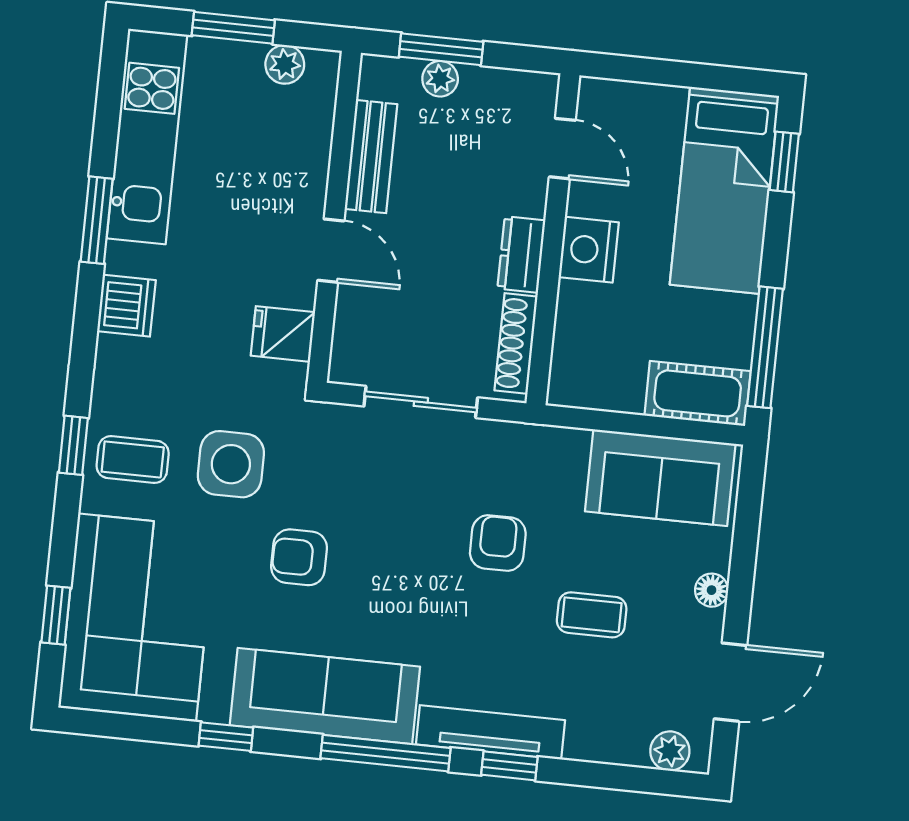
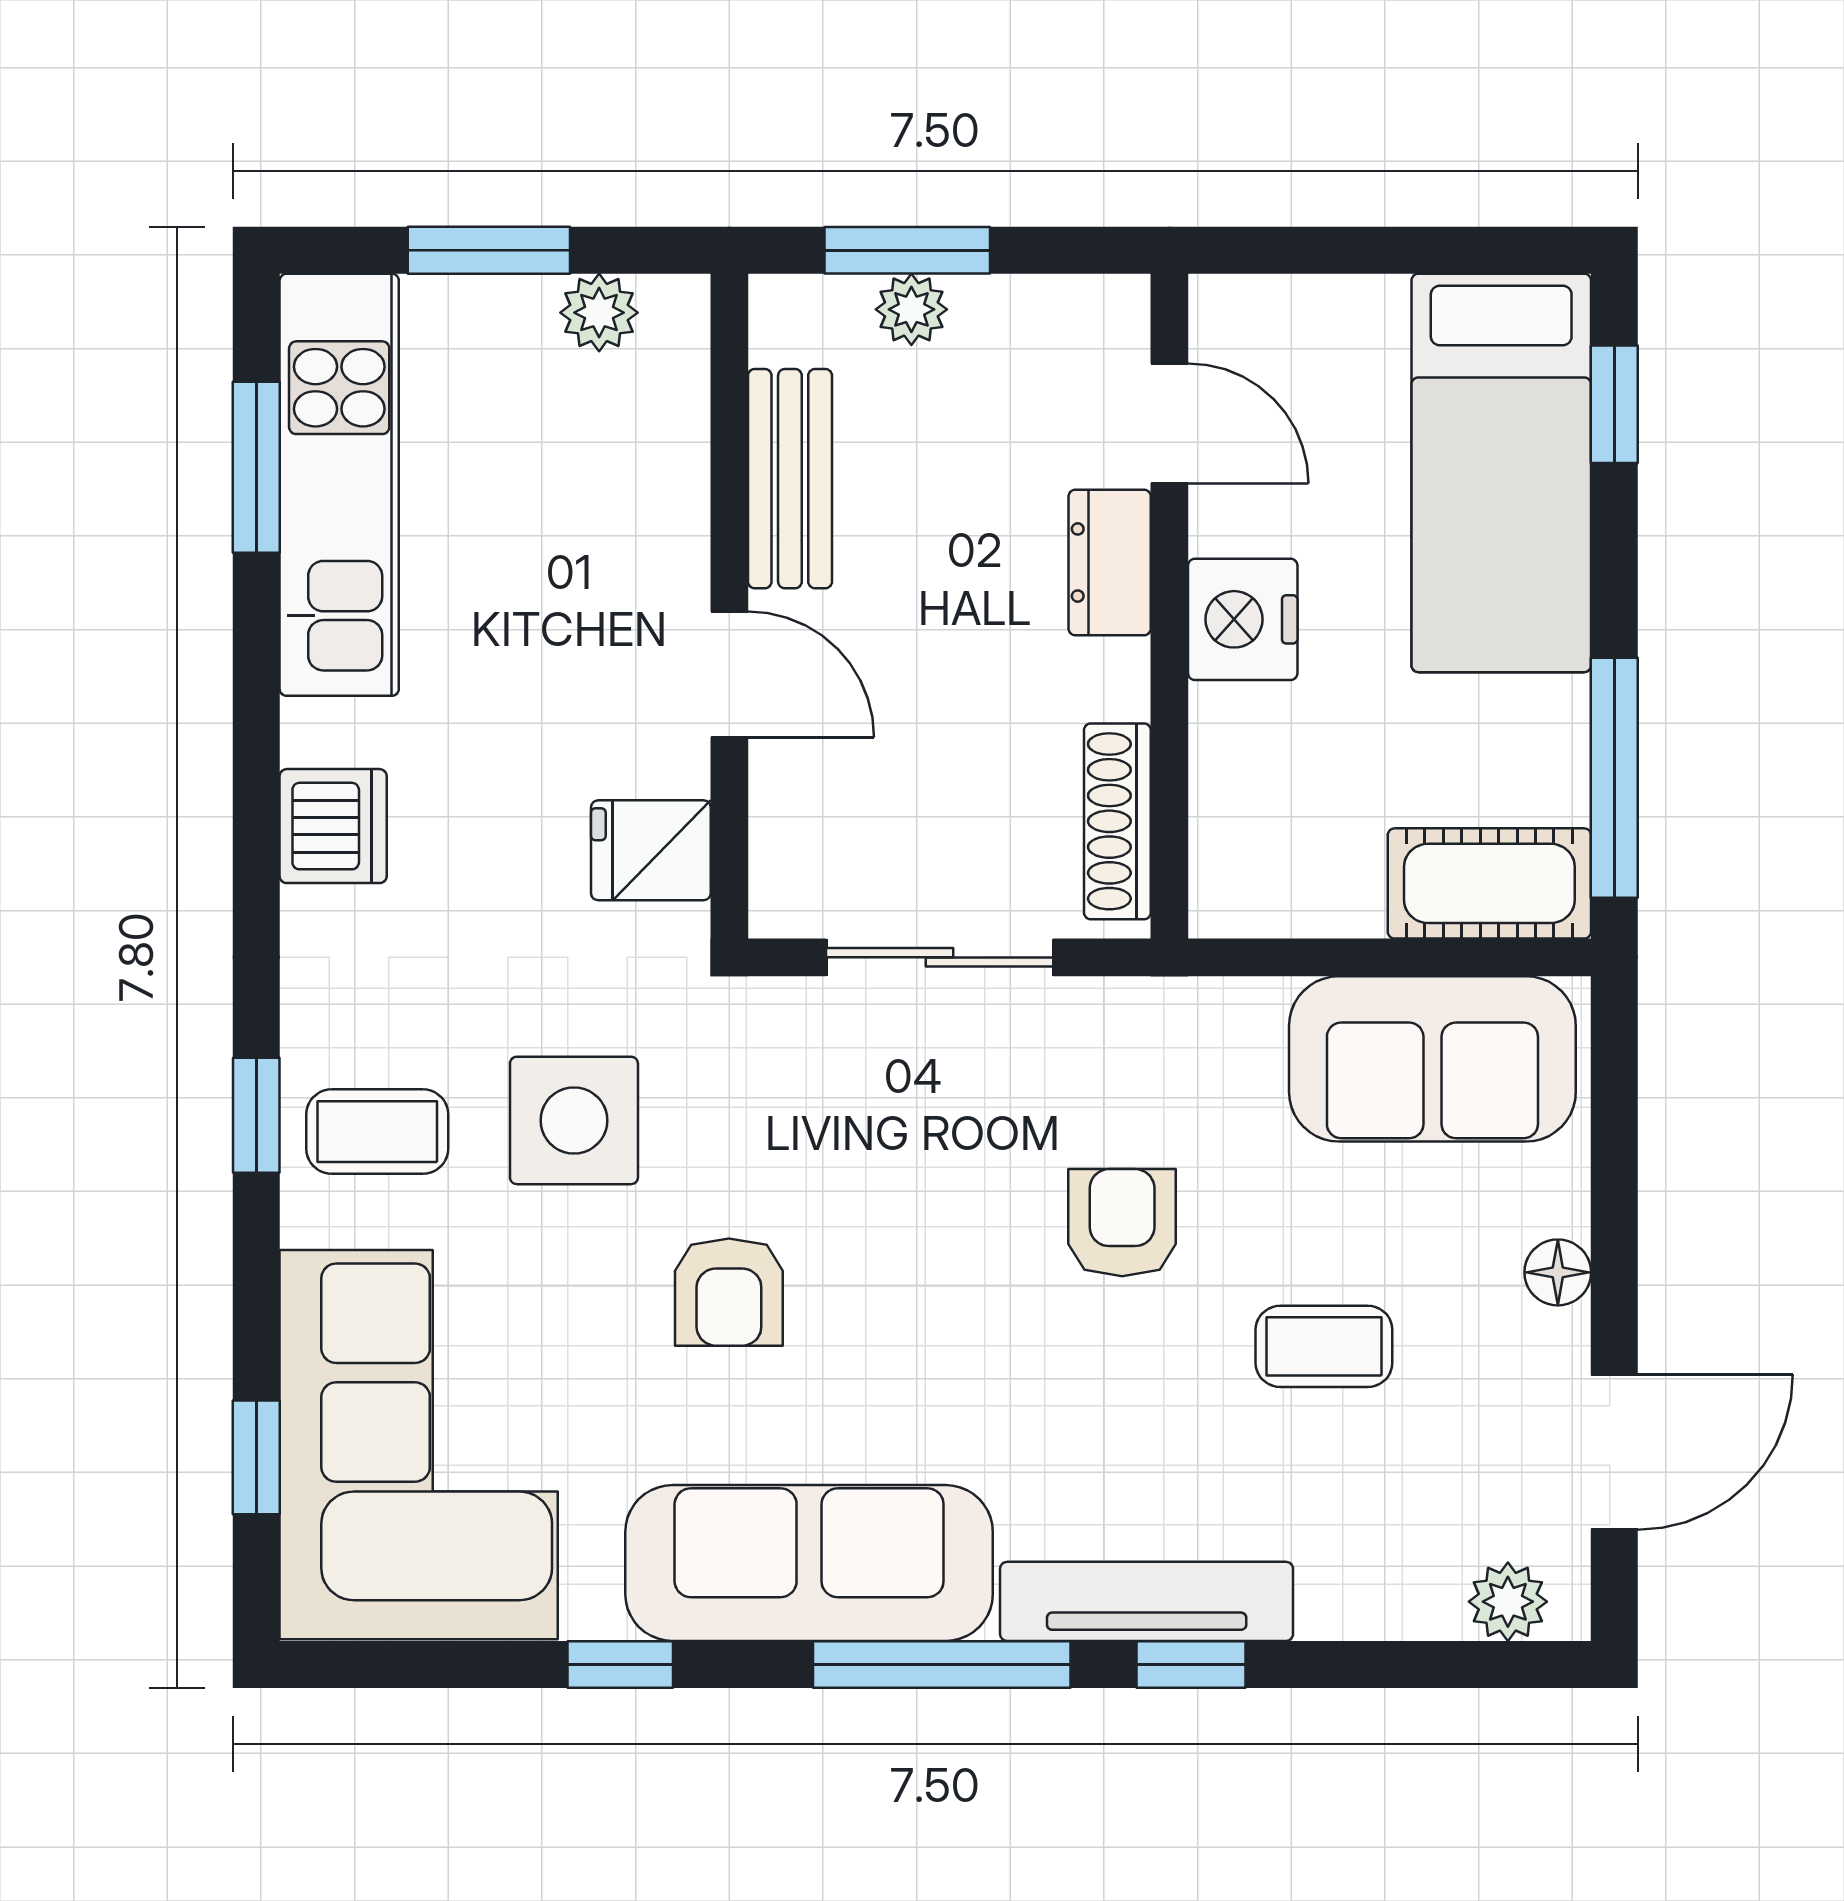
window: (97, 220) -> (256, 467), moved
dresser: (521, 254) -> (1110, 563), moved
armchair: (299, 557) -> (729, 1292), turned -90

